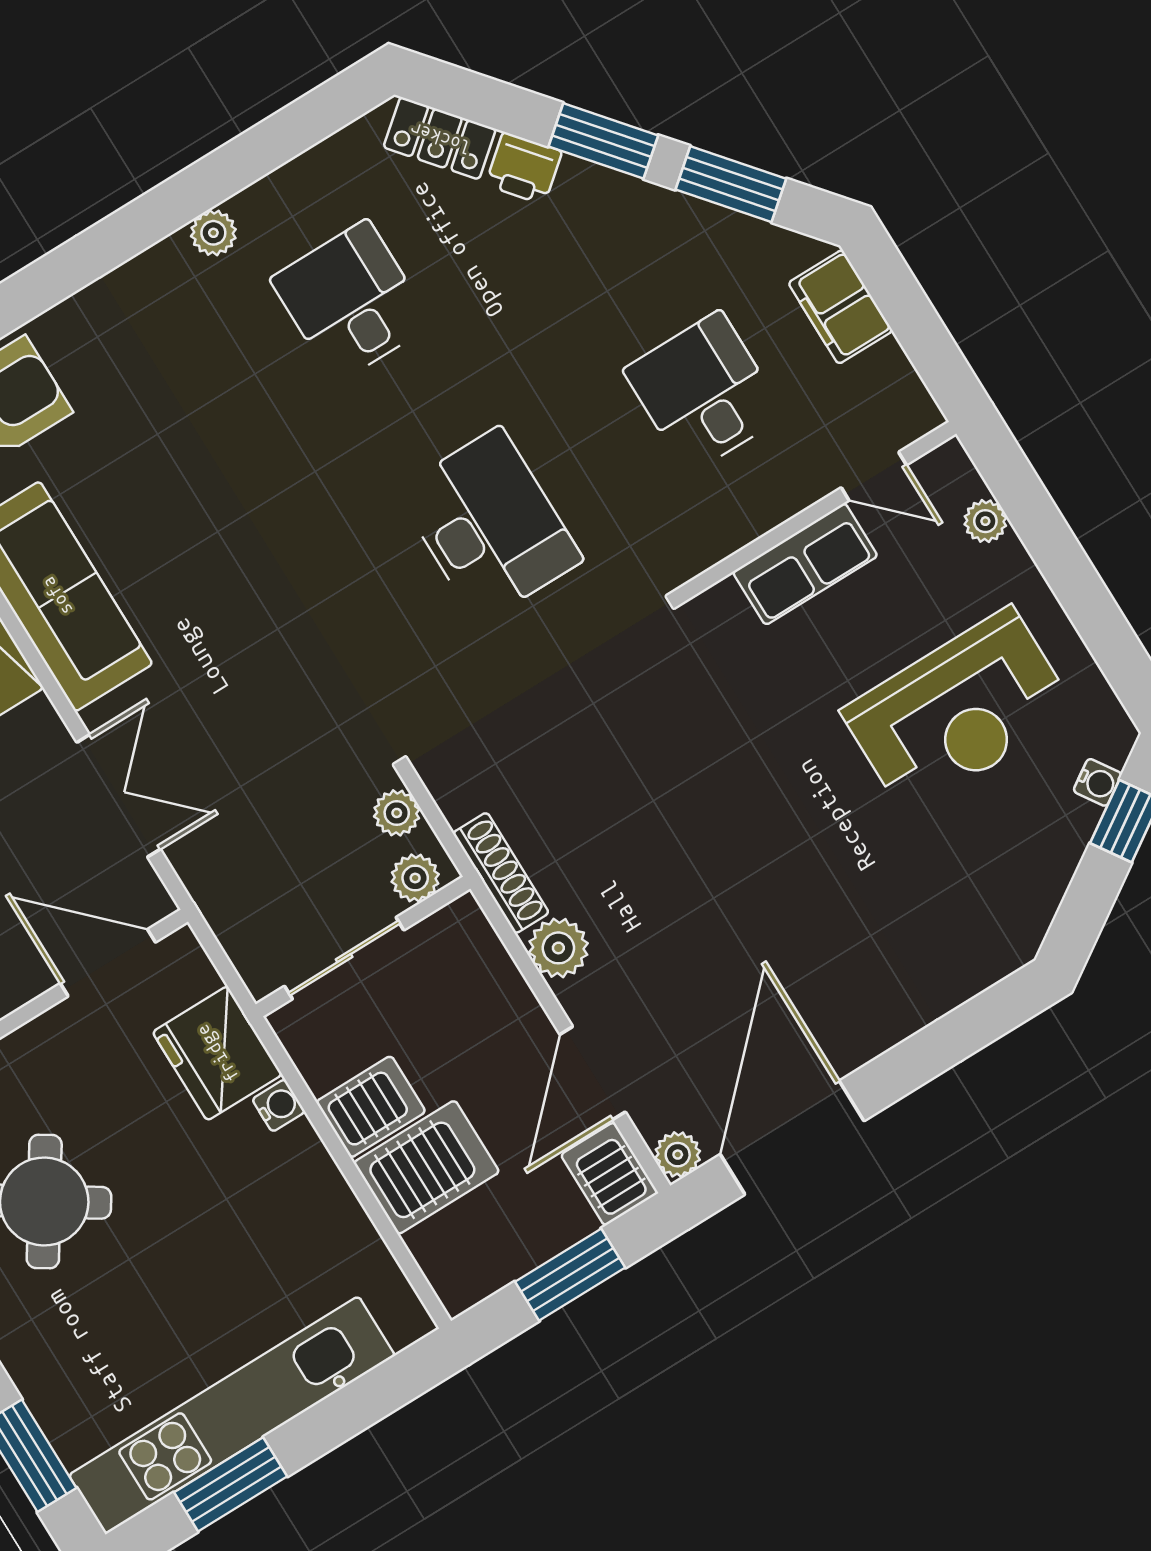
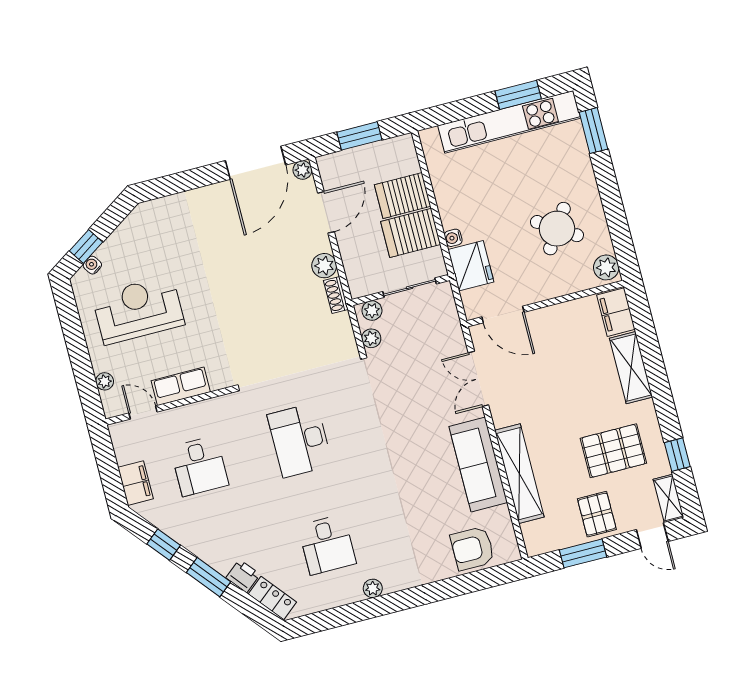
window: (731, 184) -> (164, 545), width x0.67
shoe rack: (501, 873) -> (336, 295), width x0.70
server rack: (371, 1107) -> (411, 233), width x1.36, depth x1.44
server rack: (609, 1174) -> (332, 171), removed

